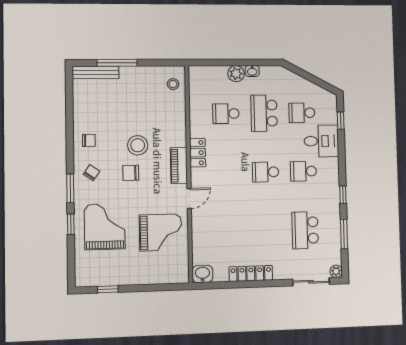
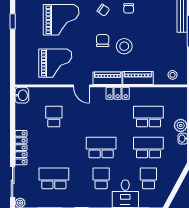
school desk: (226, 114) -> (148, 117), width x1.85
piano: (178, 127) -> (138, 78), added
school desk: (266, 172) -> (101, 147), width x1.85
grand piano: (161, 232) -> (55, 63), turned -90
school desk: (229, 232) -> (54, 117), added
locker: (251, 273) -> (21, 148), moved

